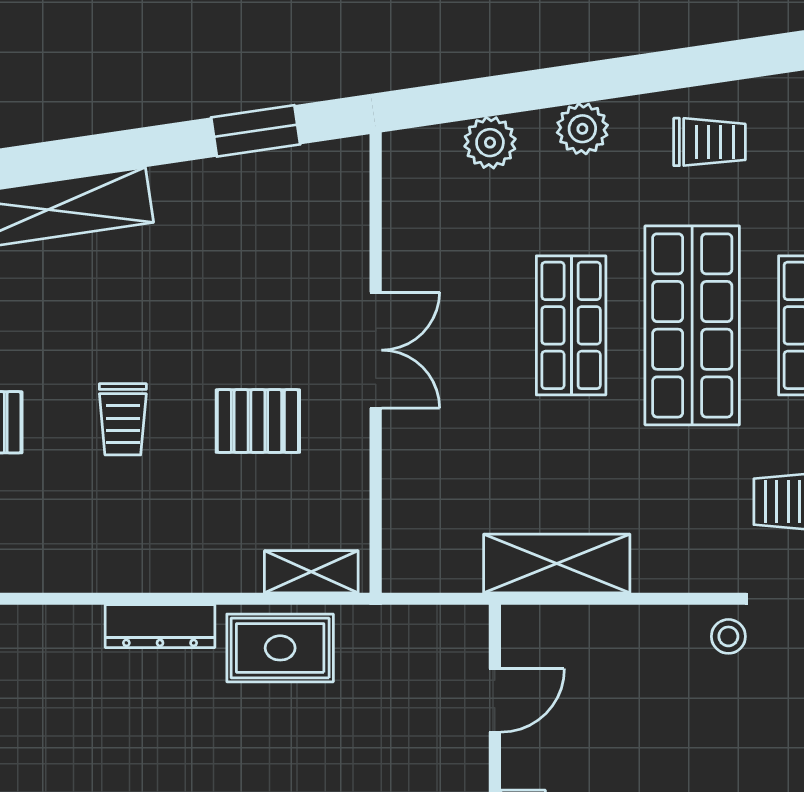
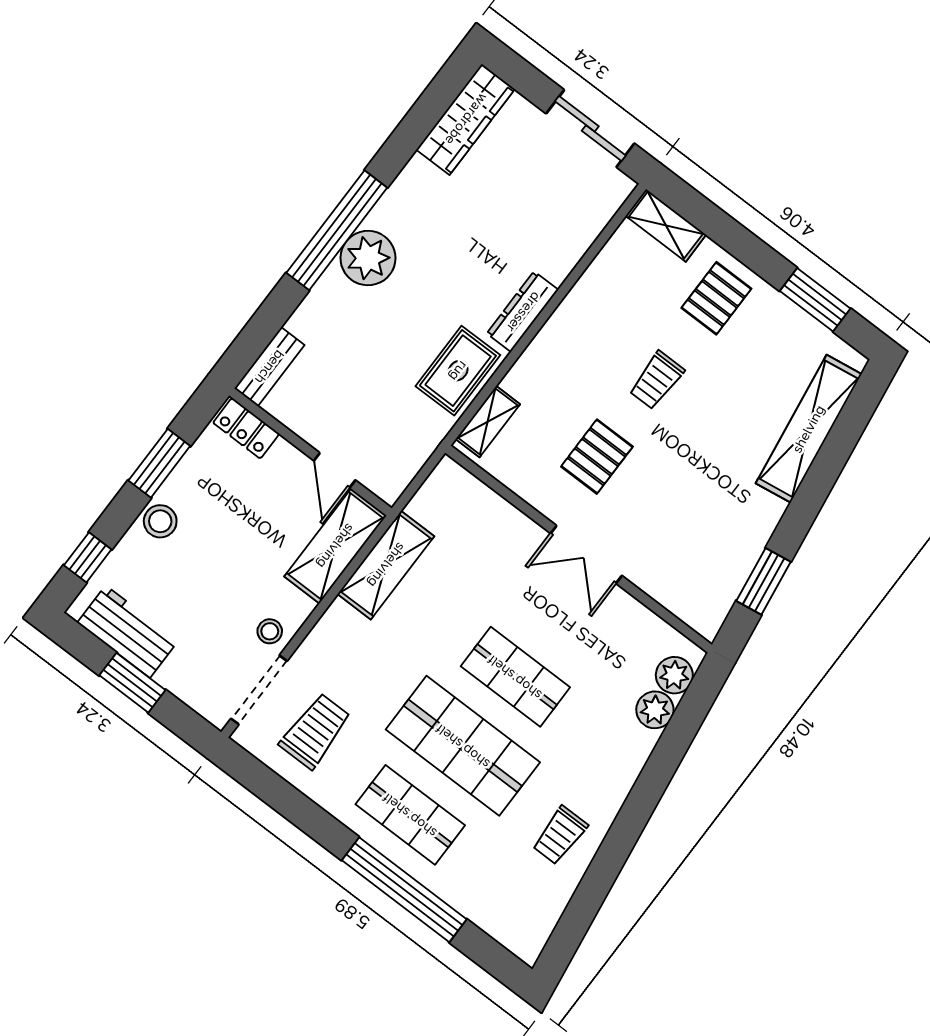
plant: (582, 129) -> (674, 675), moved
trolley: (123, 419) -> (657, 380), turned -90
shelving: (578, 636) -> (335, 546), added

